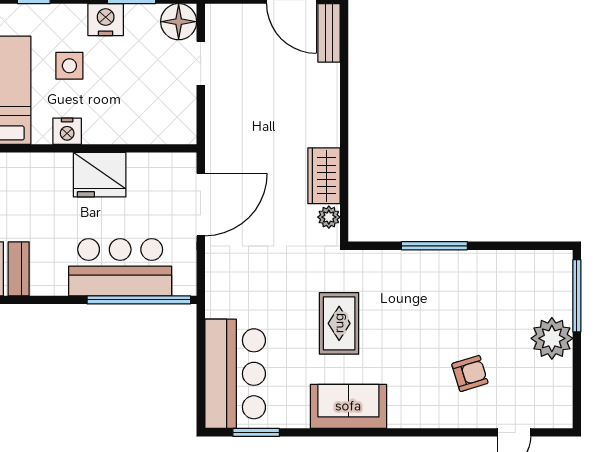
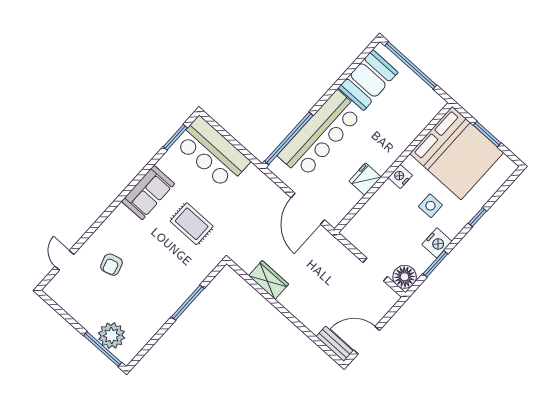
fridge: (100, 175) -> (365, 179), width x0.73, depth x0.75
plant: (329, 217) -> (247, 265), removed
bar counter: (120, 267) -> (321, 134), width x1.36
plant: (552, 338) -> (112, 336), moved

